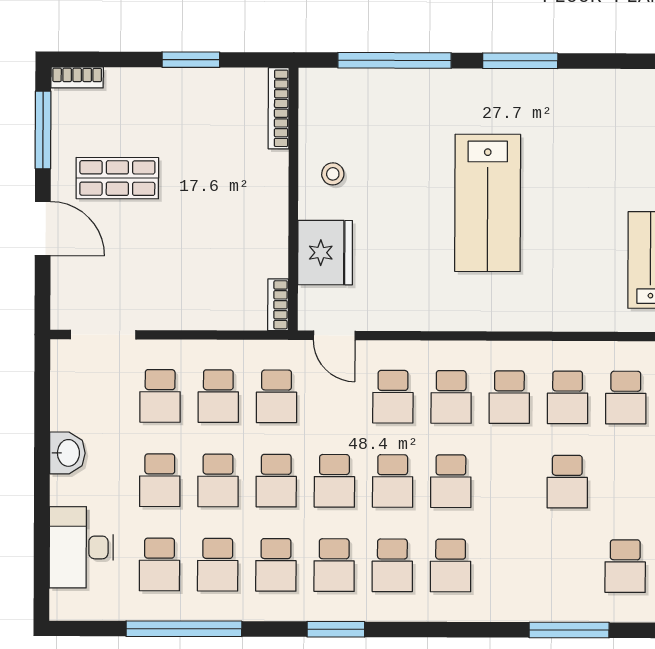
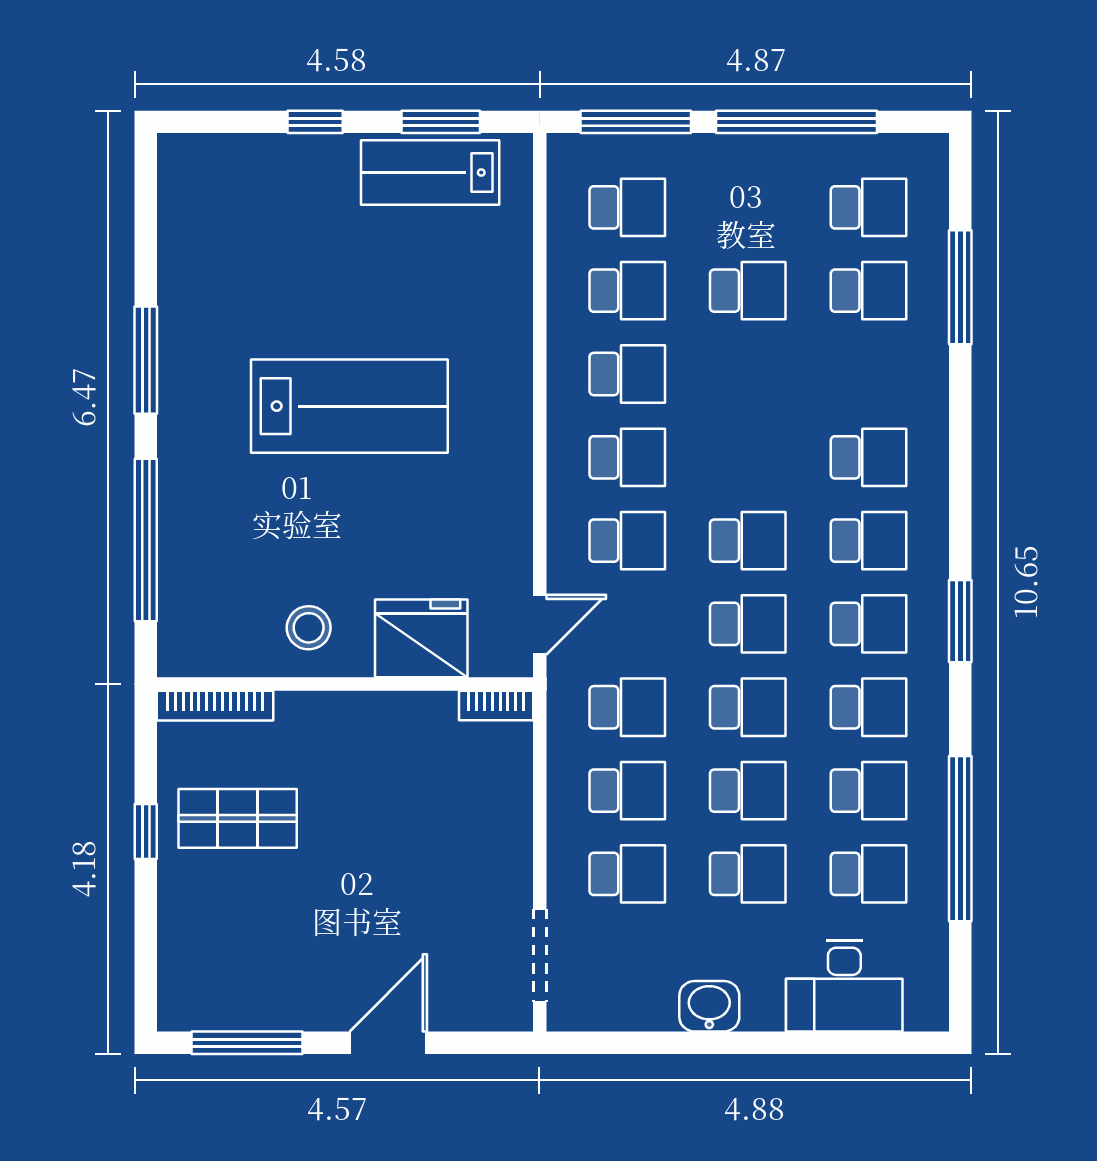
window: (191, 60) -> (146, 832), width x0.67
bookcase: (77, 77) -> (172, 994), removed
stool: (333, 174) -> (309, 628), width x1.37, depth x1.37
shop shelf: (117, 178) -> (238, 818), moved, turned 90
school desk: (451, 481) -> (868, 291), moved

